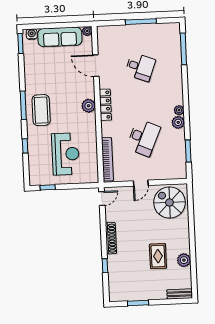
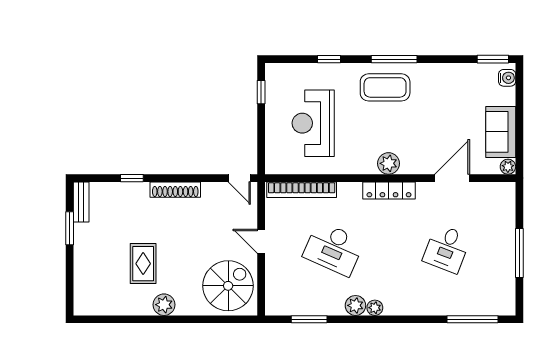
sofa: (60, 37) -> (501, 132), width x0.73
reception desk: (66, 154) -> (313, 123), turned 90
rug: (158, 256) -> (143, 264), turned 90
plant: (184, 260) -> (164, 305), moved
bench: (180, 294) -> (81, 202), moved

